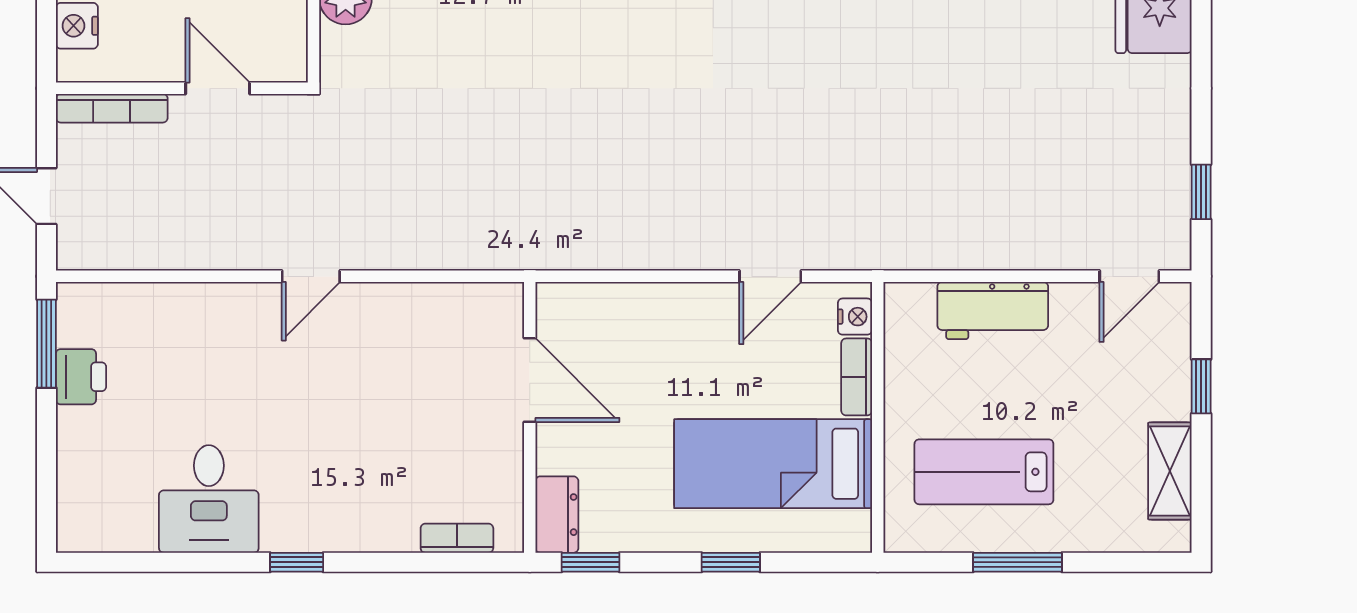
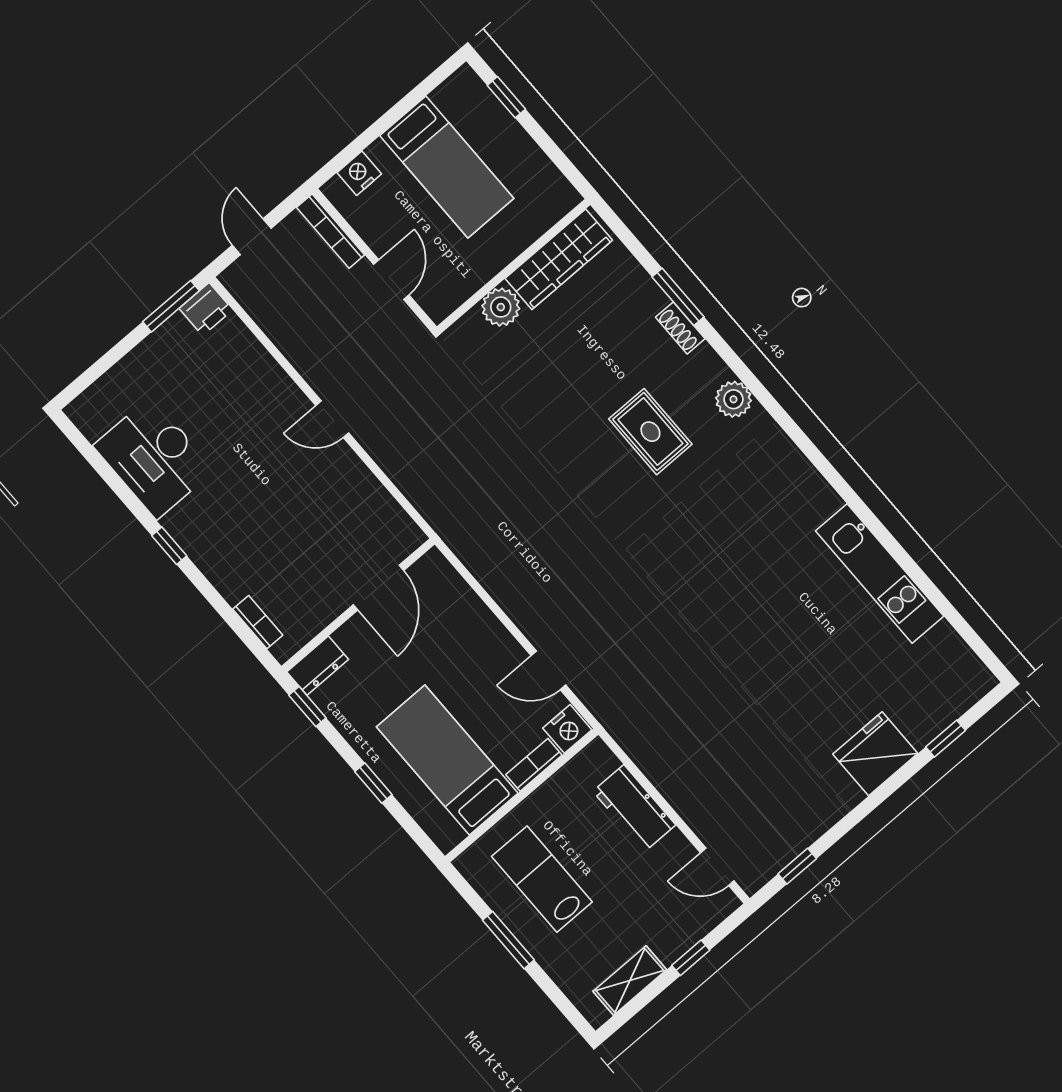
nightstand: (855, 317) -> (567, 729), width x1.39, depth x1.35
printer: (81, 377) -> (206, 309), moved
desk: (209, 499) -> (154, 458), width x1.37

